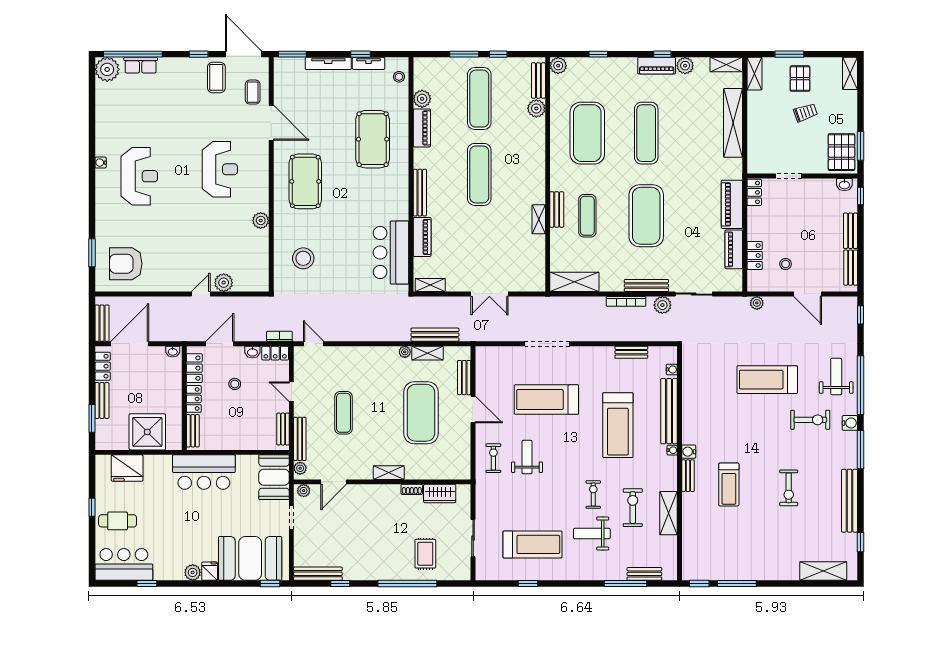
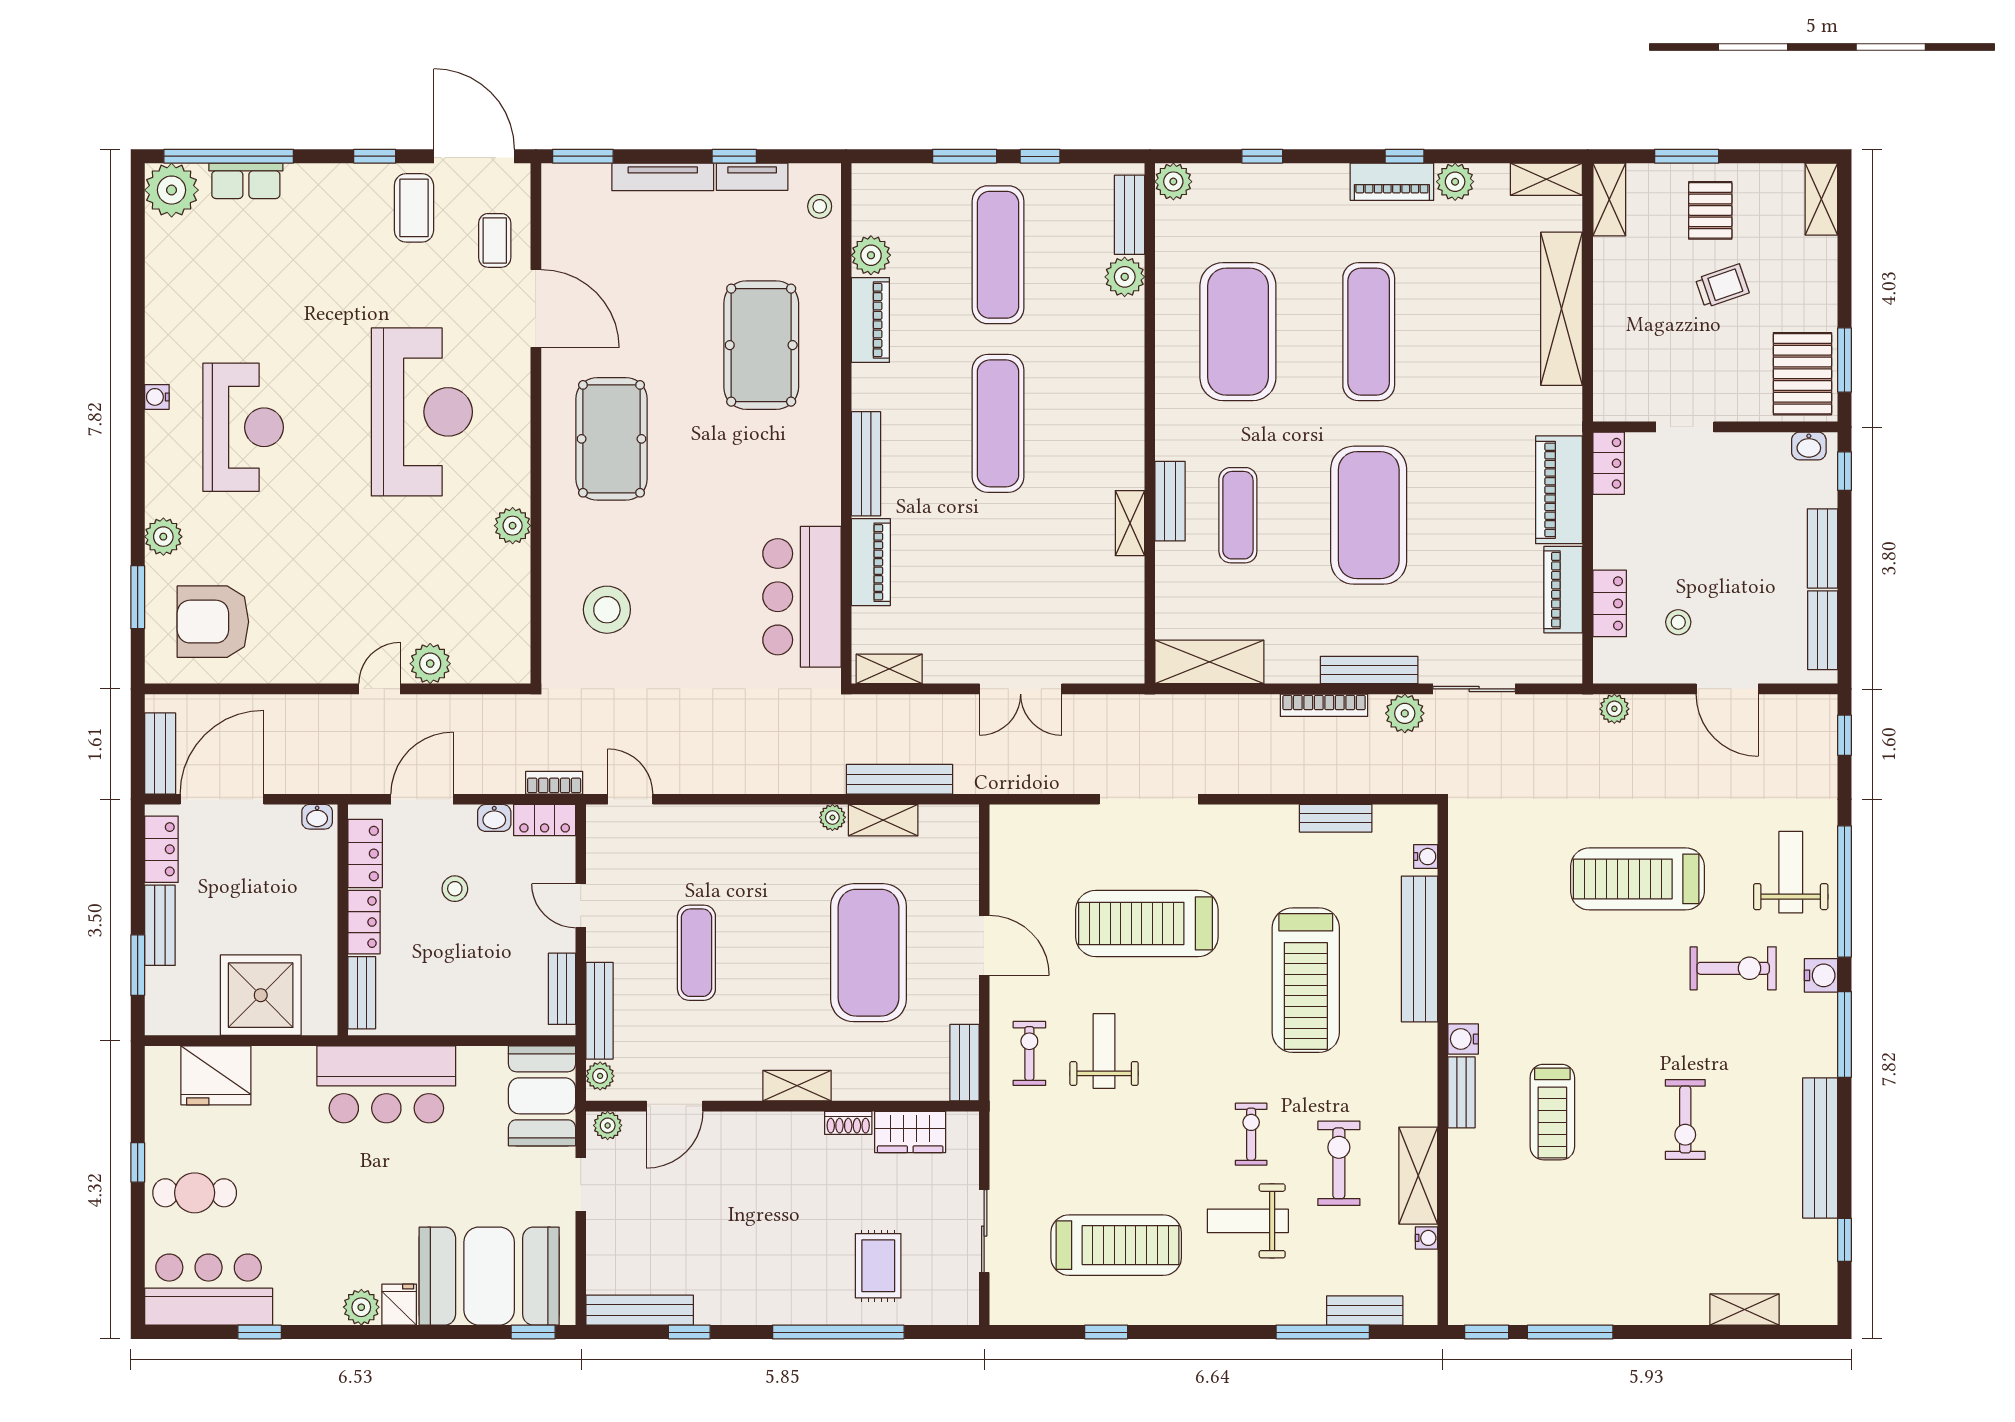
reception desk: (220, 169) -> (422, 412), width x1.36, depth x1.30
plant: (103, 225) -> (163, 537), added
bench: (464, 378) -> (964, 1063), moved
water cooler: (672, 450) -> (1427, 1238), moved
shelving: (823, 571) -> (1744, 1309), width x0.67, depth x0.75

